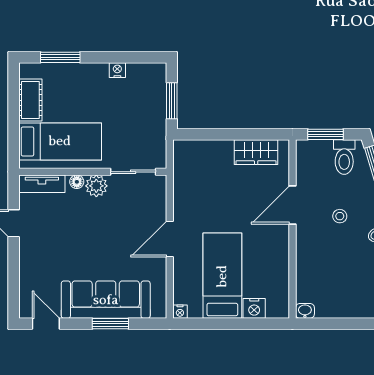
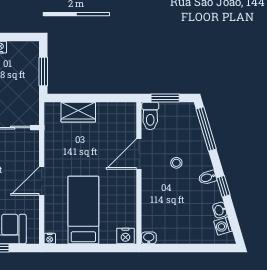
wardrobe: (256, 152) -> (78, 112), moved
toilet: (344, 157) -> (150, 116), moved
nightstand: (254, 308) -> (125, 236), moved

